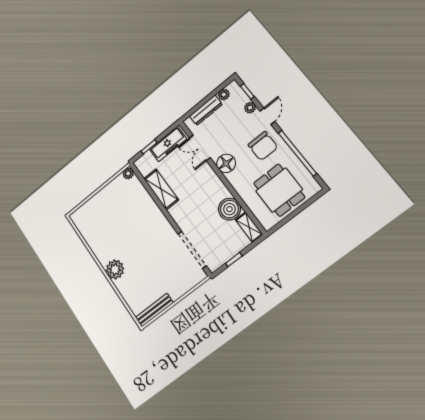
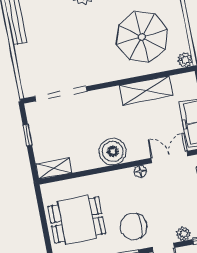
floor lamp: (226, 163) -> (140, 171), width x0.53, depth x0.53
boiler: (229, 209) -> (113, 151), moved
parasol: (126, 212) -> (142, 37), added

